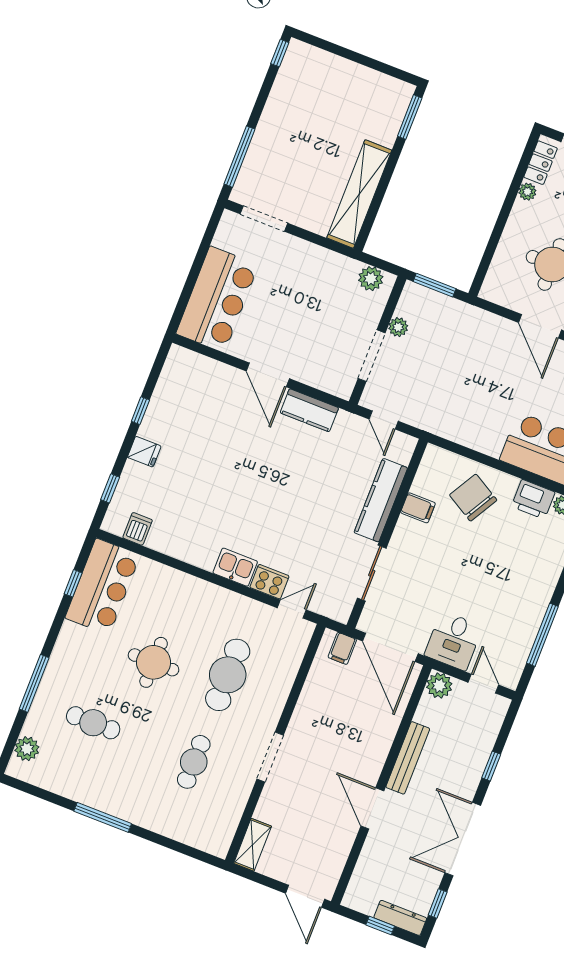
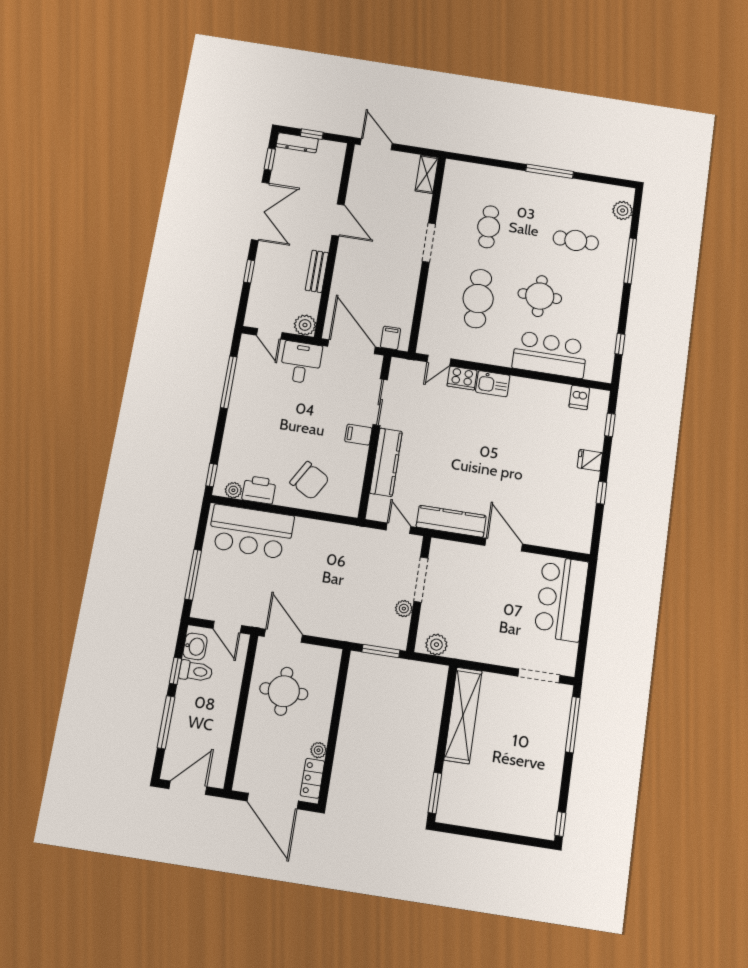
kitchen counter: (309, 410) -> (451, 521), width x1.50
filing cabinet: (418, 508) -> (358, 435), moved
bar counter: (103, 587) -> (550, 355), moved, turned 90
bench: (408, 758) -> (317, 271), width x0.73

